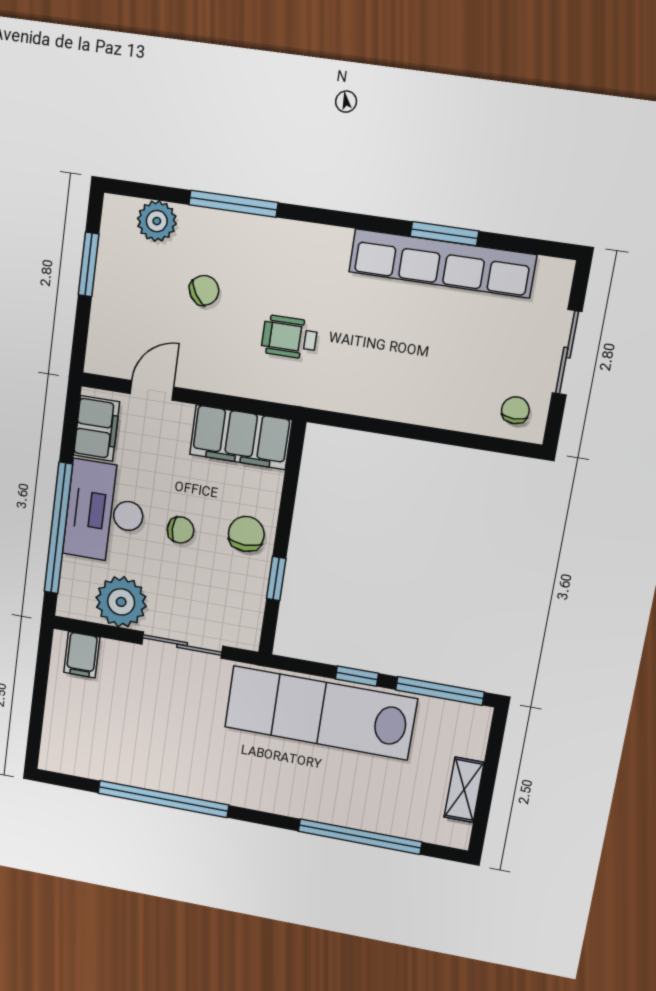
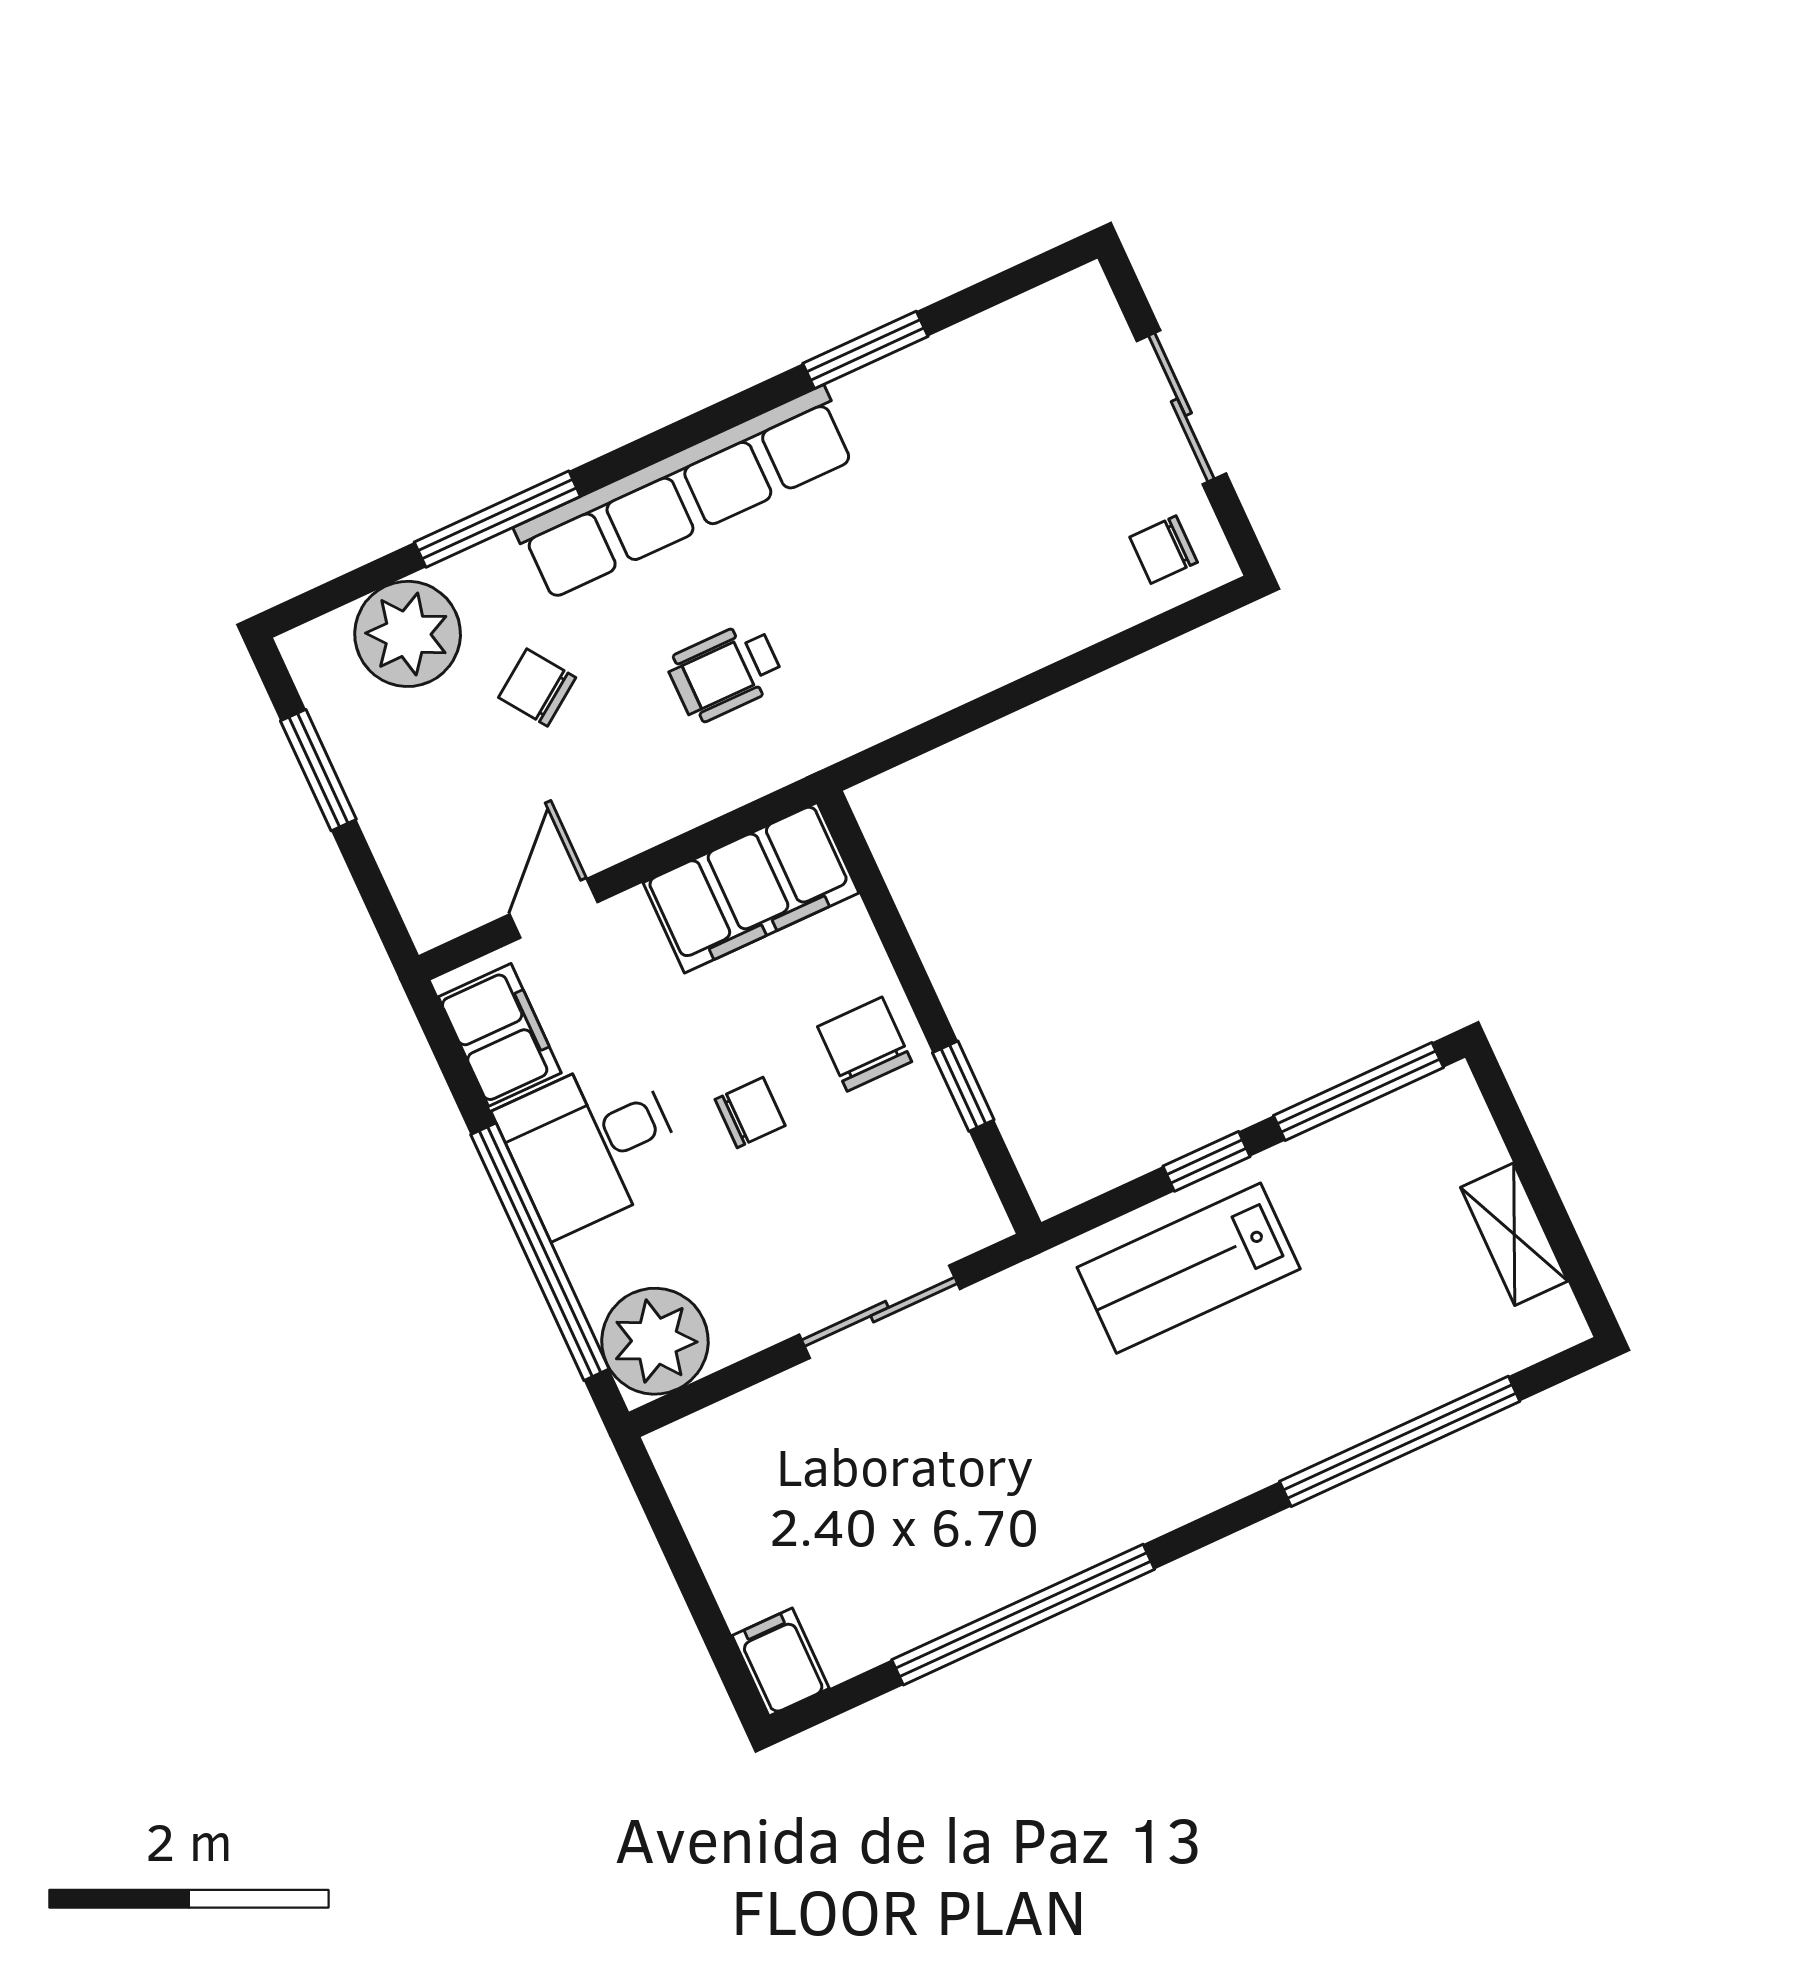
plant: (157, 221) -> (408, 634), width x1.36, depth x1.36
row of seats: (442, 263) -> (685, 493), moved
chair: (204, 290) -> (537, 688), turned -92
chair: (515, 410) -> (1164, 550), turned -90
desk: (105, 512) -> (591, 1144), width x0.73
plant: (121, 602) -> (655, 1341), moved
filing cabinet: (82, 655) -> (781, 1662), moved, turned 180
lab bench: (320, 713) -> (1189, 1268), width x0.54, depth x0.72

